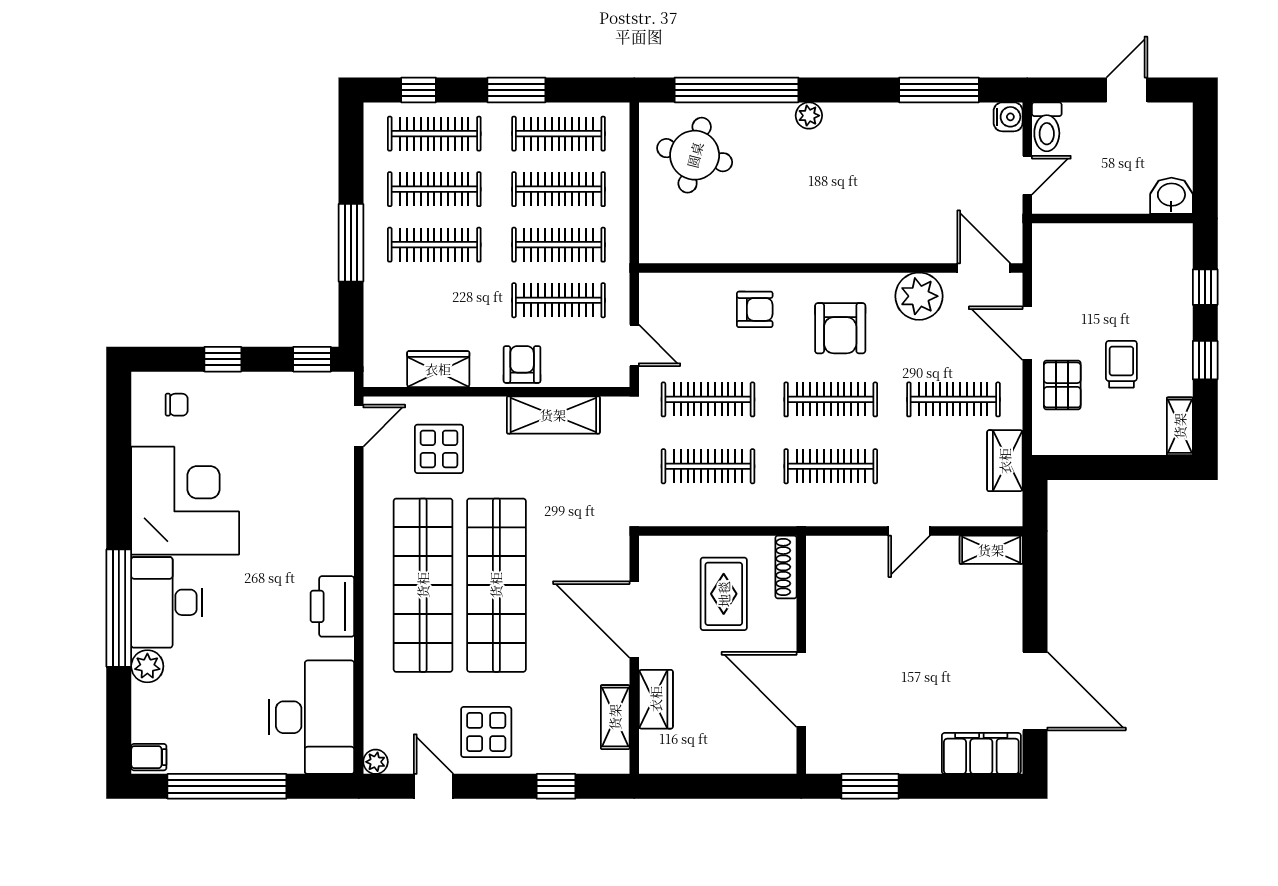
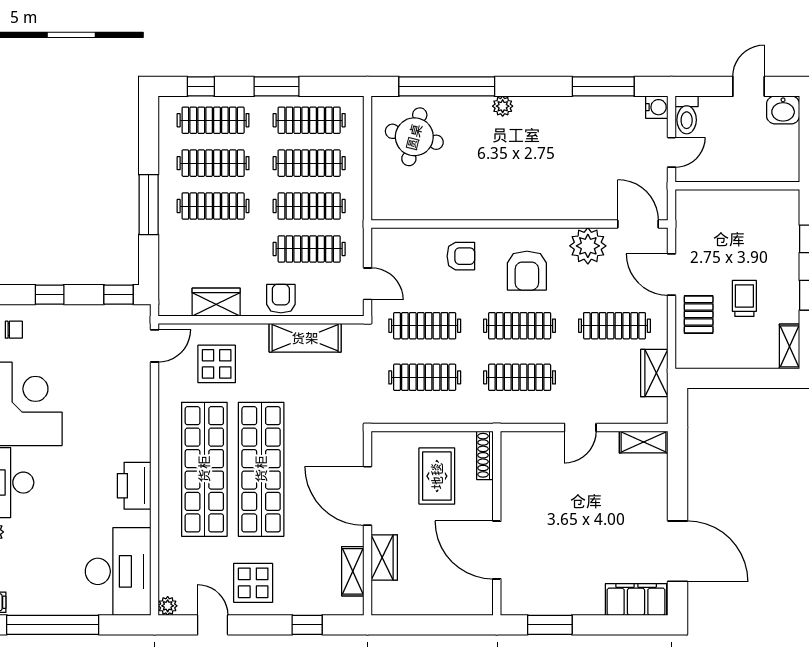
washbasin: (1171, 196) -> (783, 110), moved, turned 180

